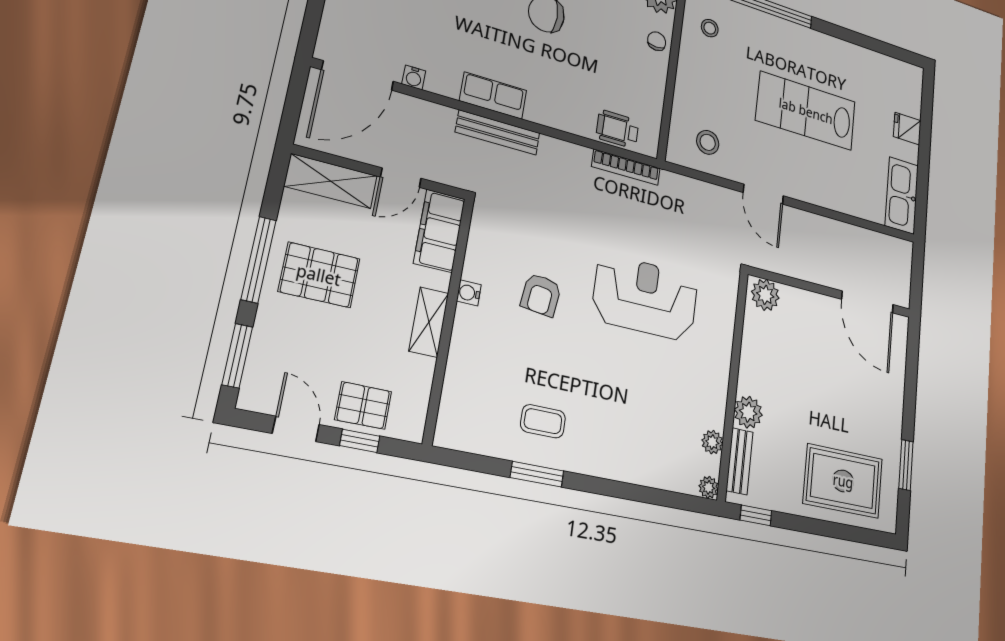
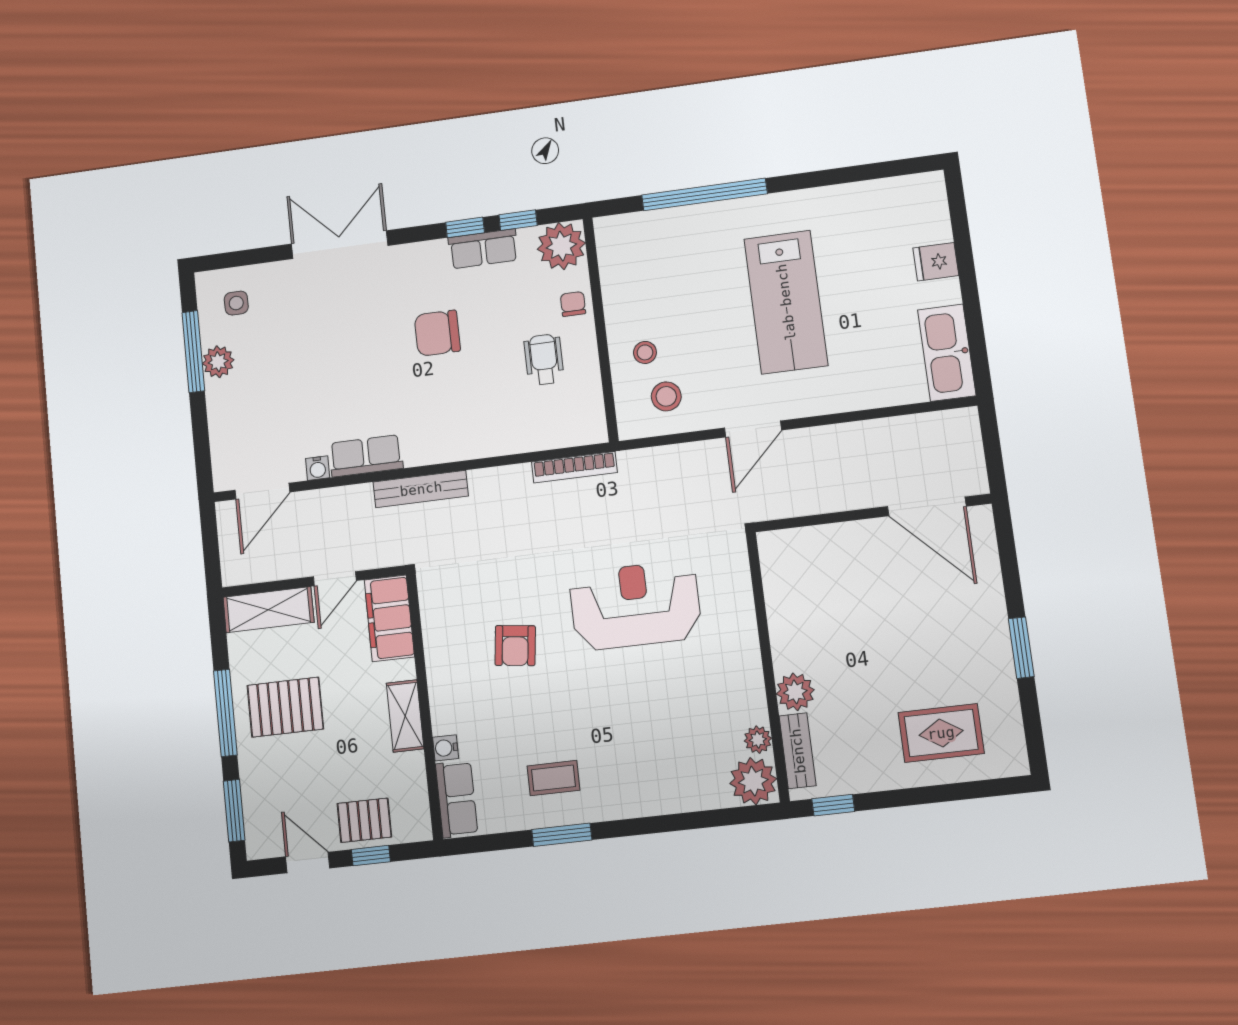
stool: (710, 28) -> (645, 352), moved
door: (358, 76) -> (262, 491), width x0.73
row of seats: (493, 96) -> (366, 456), moved
lab bench: (806, 111) -> (786, 302), turned -90
wheelchair: (617, 129) -> (544, 359), moved, turned 90
door: (763, 194) -> (753, 429), hinge flipped
water cooler: (469, 293) -> (446, 748), moved
plant: (765, 295) -> (785, 548), removed
row of seats: (454, 413) -> (457, 799), added
window: (906, 465) -> (1021, 648), moved
rug: (843, 481) -> (941, 733), width x0.73, depth x0.70
plant: (709, 487) -> (753, 781), width x1.88, depth x1.88

